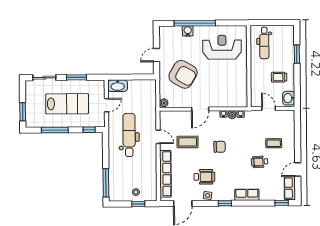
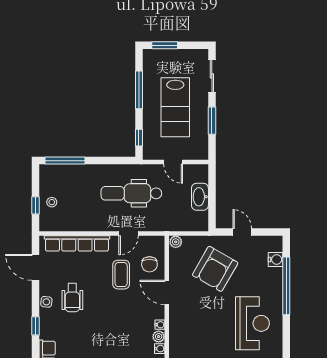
water cooler: (188, 31) -> (275, 260), moved
washbasin: (118, 86) -> (200, 197), moved
dental chair: (129, 135) -> (131, 193), turned 180
chair: (220, 147) -> (149, 264), moved

